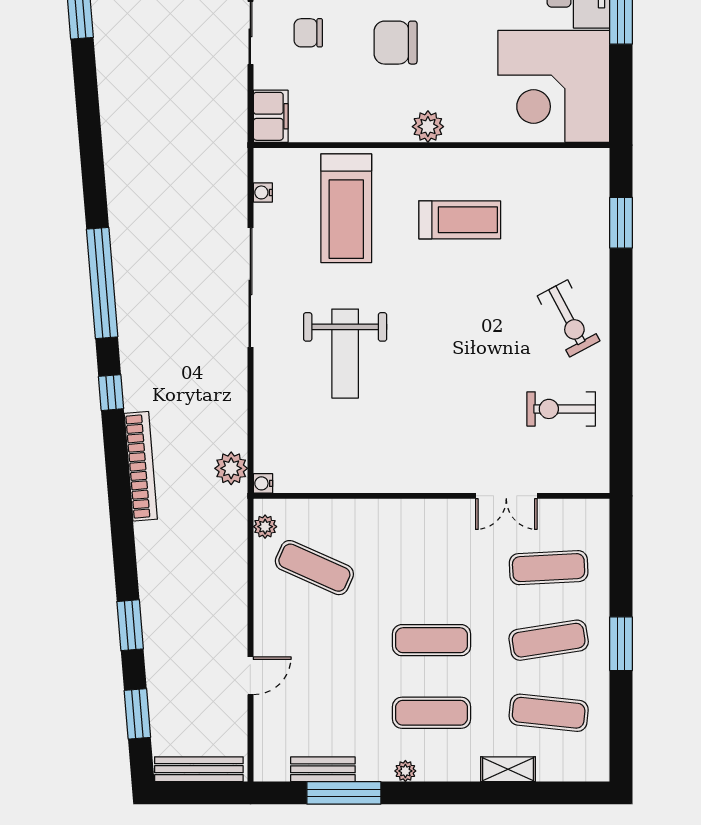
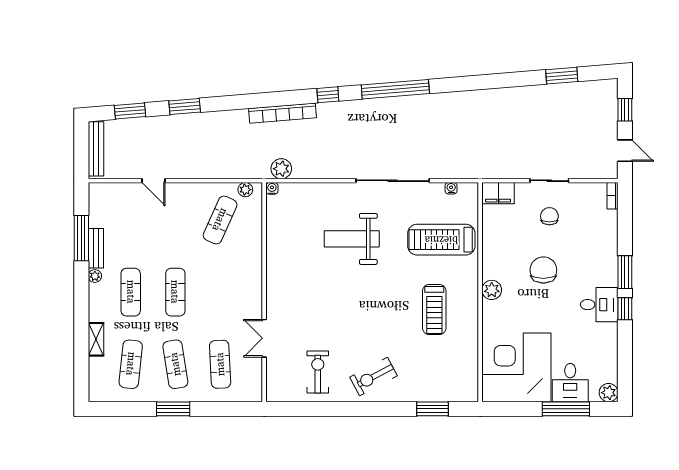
bench: (323, 769) -> (96, 248), moved

